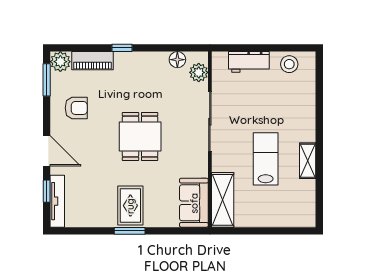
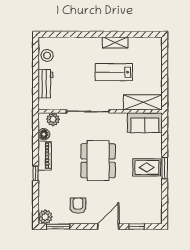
piano: (93, 61) -> (45, 156), moved
dining table: (140, 137) -> (98, 161), width x1.38
tv unit: (57, 201) -> (144, 219), removed

